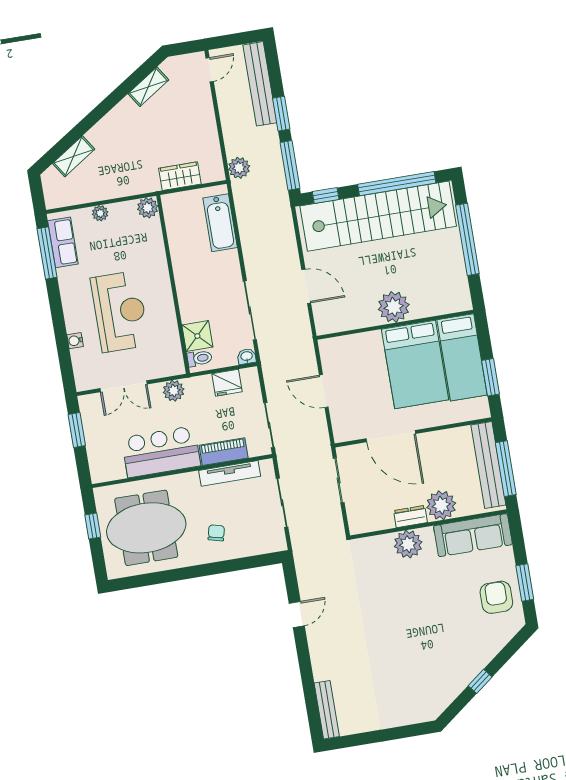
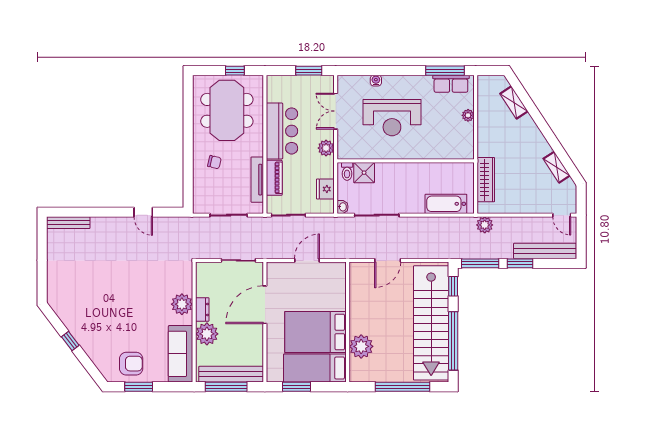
wardrobe: (180, 176) -> (486, 180), width x1.50
plant: (148, 208) -> (466, 151), removed
plant: (394, 307) -> (361, 346), moved

